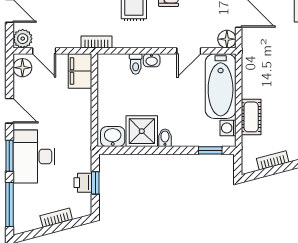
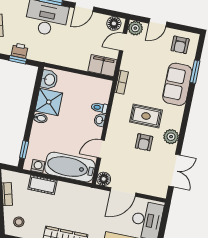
door: (189, 51) -> (101, 149), hinge flipped

